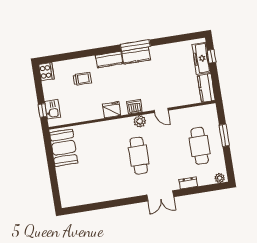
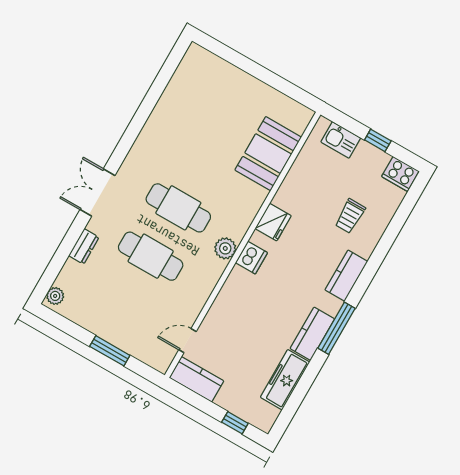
kitchen counter: (136, 55) -> (312, 334), moved
freezer: (201, 58) -> (285, 380), moved, turned -90
window: (43, 110) -> (378, 140), moved
door: (161, 110) -> (188, 341), moved
cafe table: (200, 146) -> (151, 256), moved
booth: (64, 148) -> (268, 154), moved, turned 90

